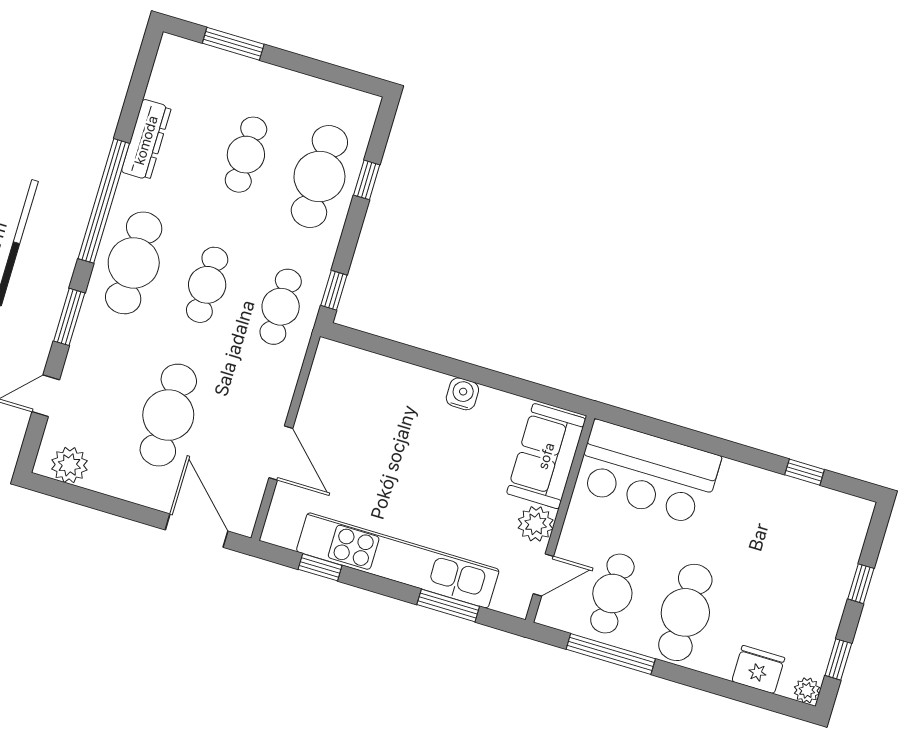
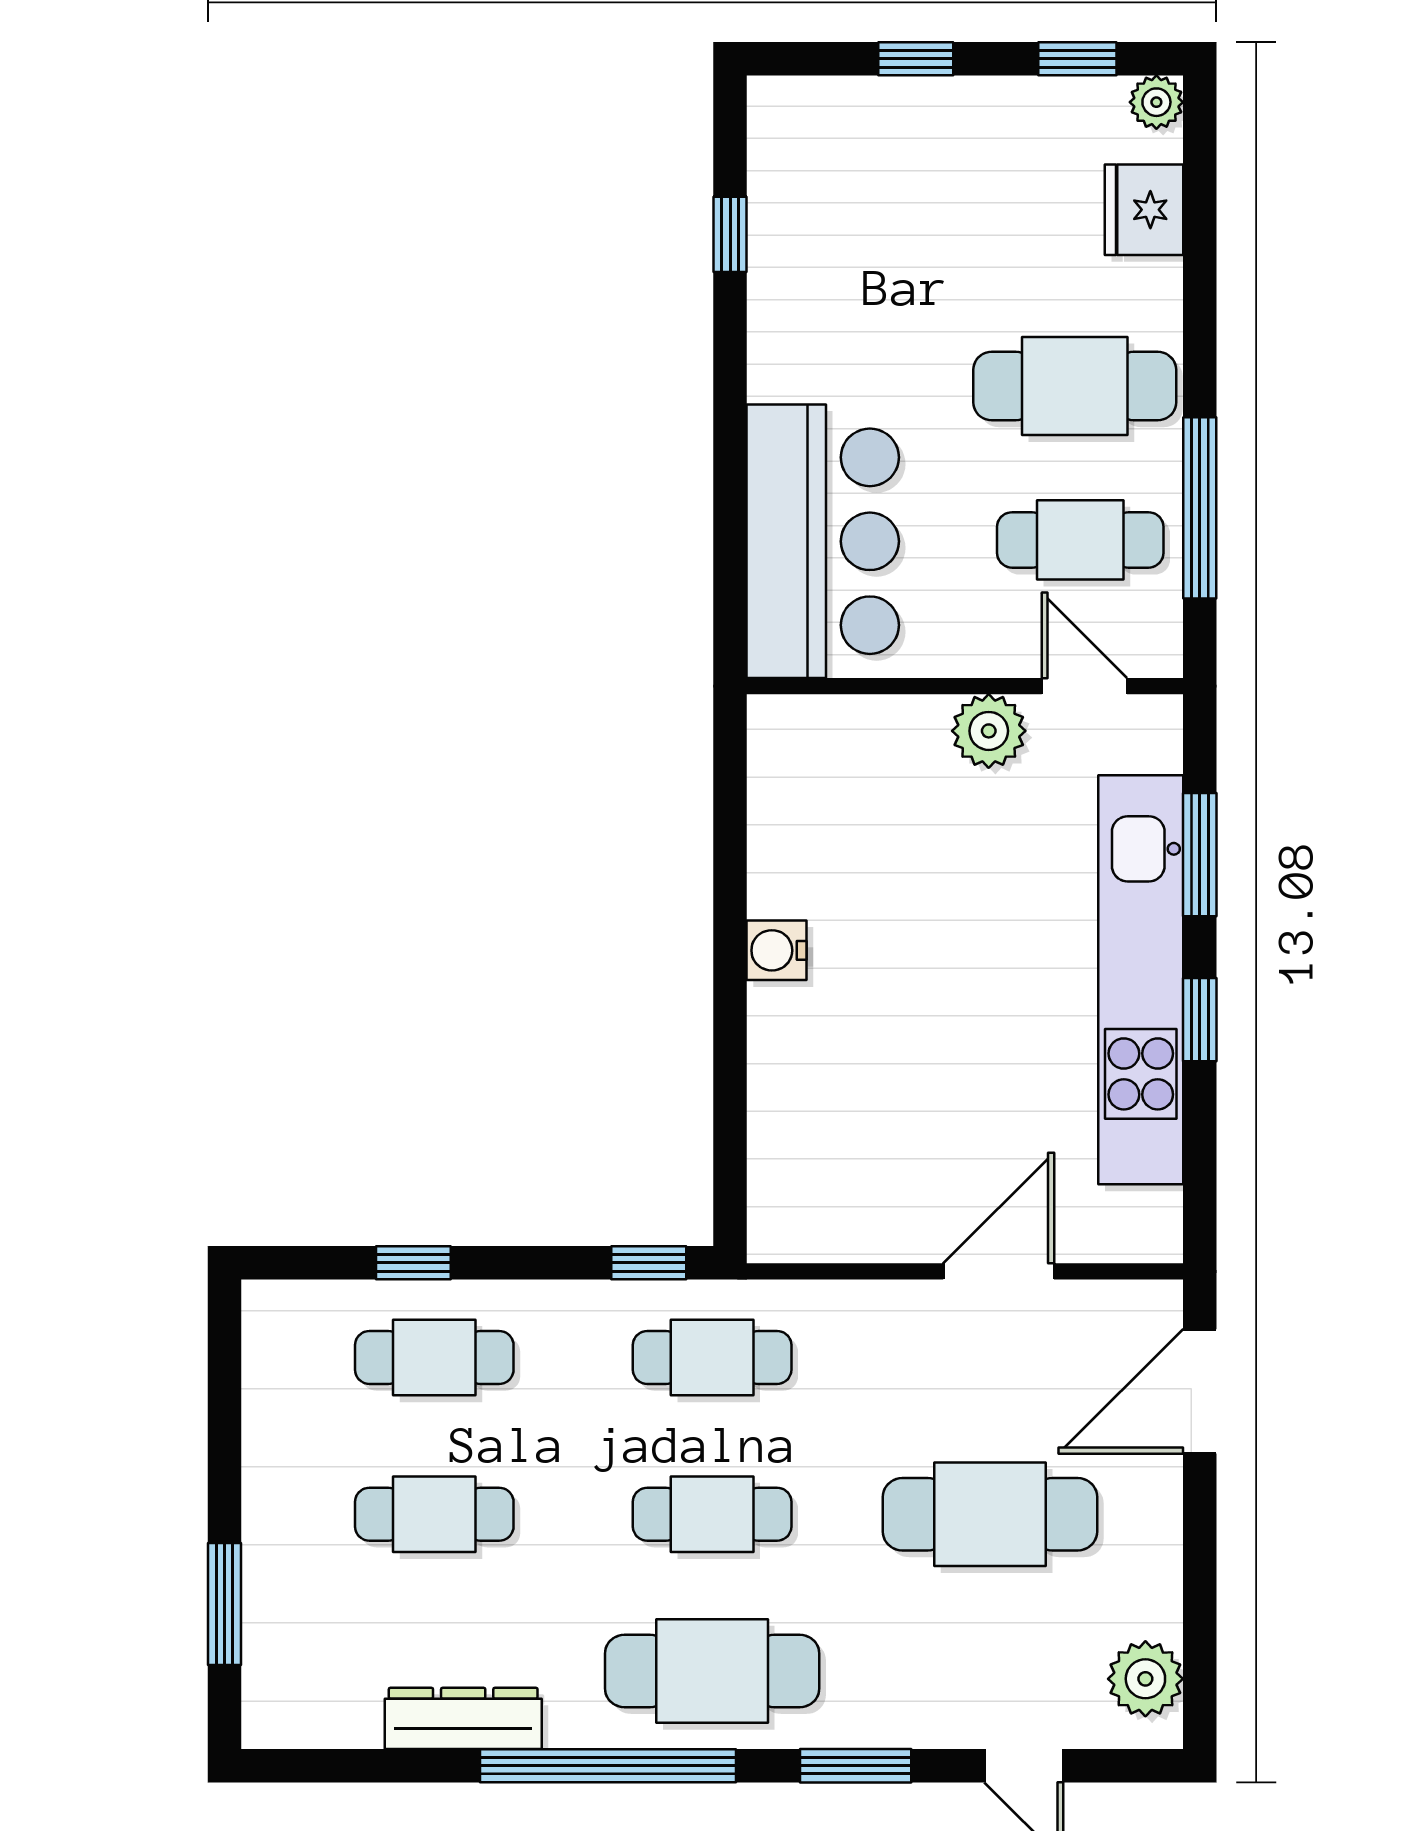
cafe table: (319, 176) -> (434, 1357), width x0.73, depth x0.74
sofa: (546, 456) -> (850, 750), removed
window: (320, 567) -> (1200, 1020), moved

